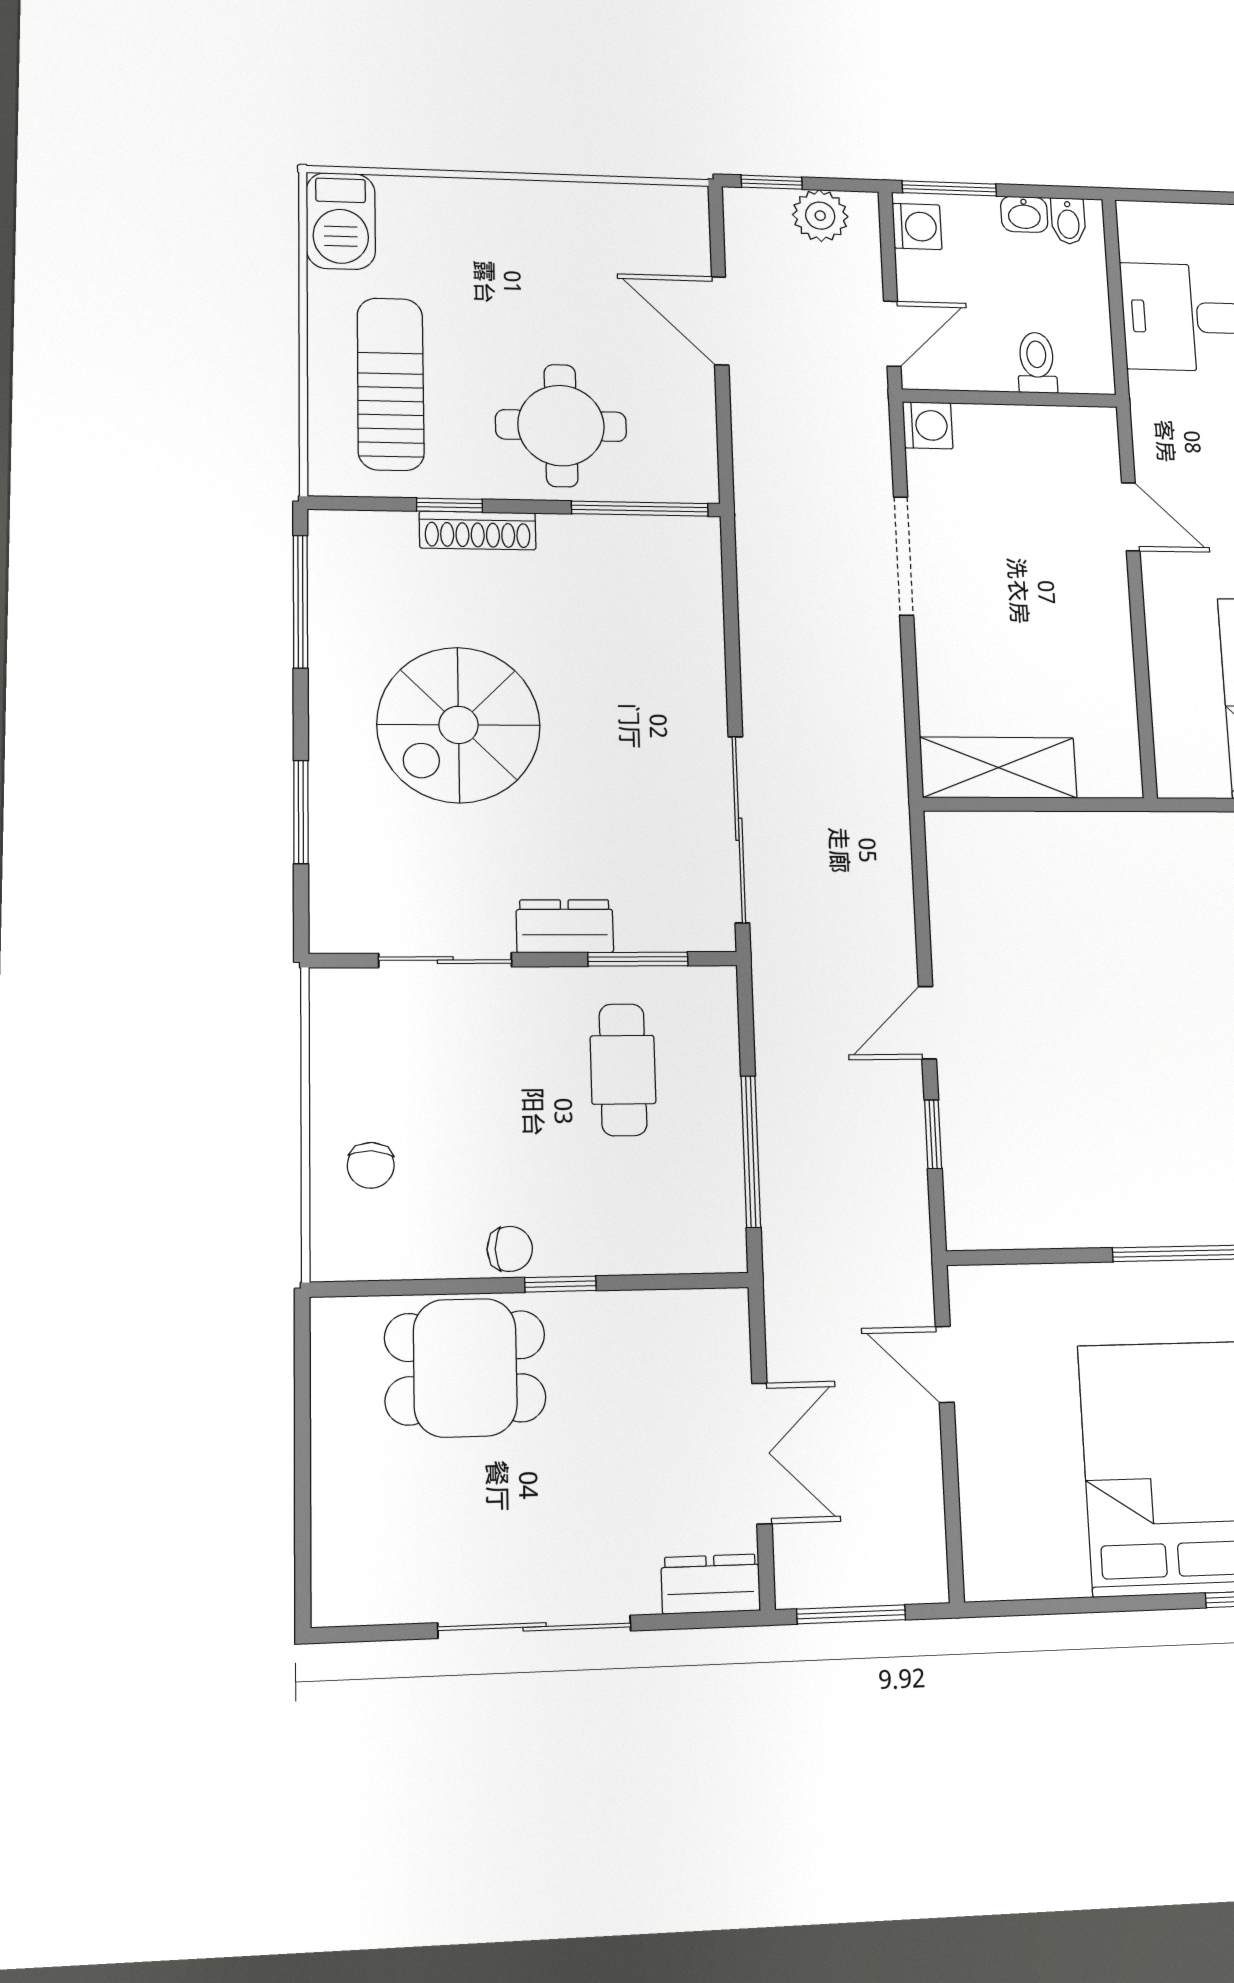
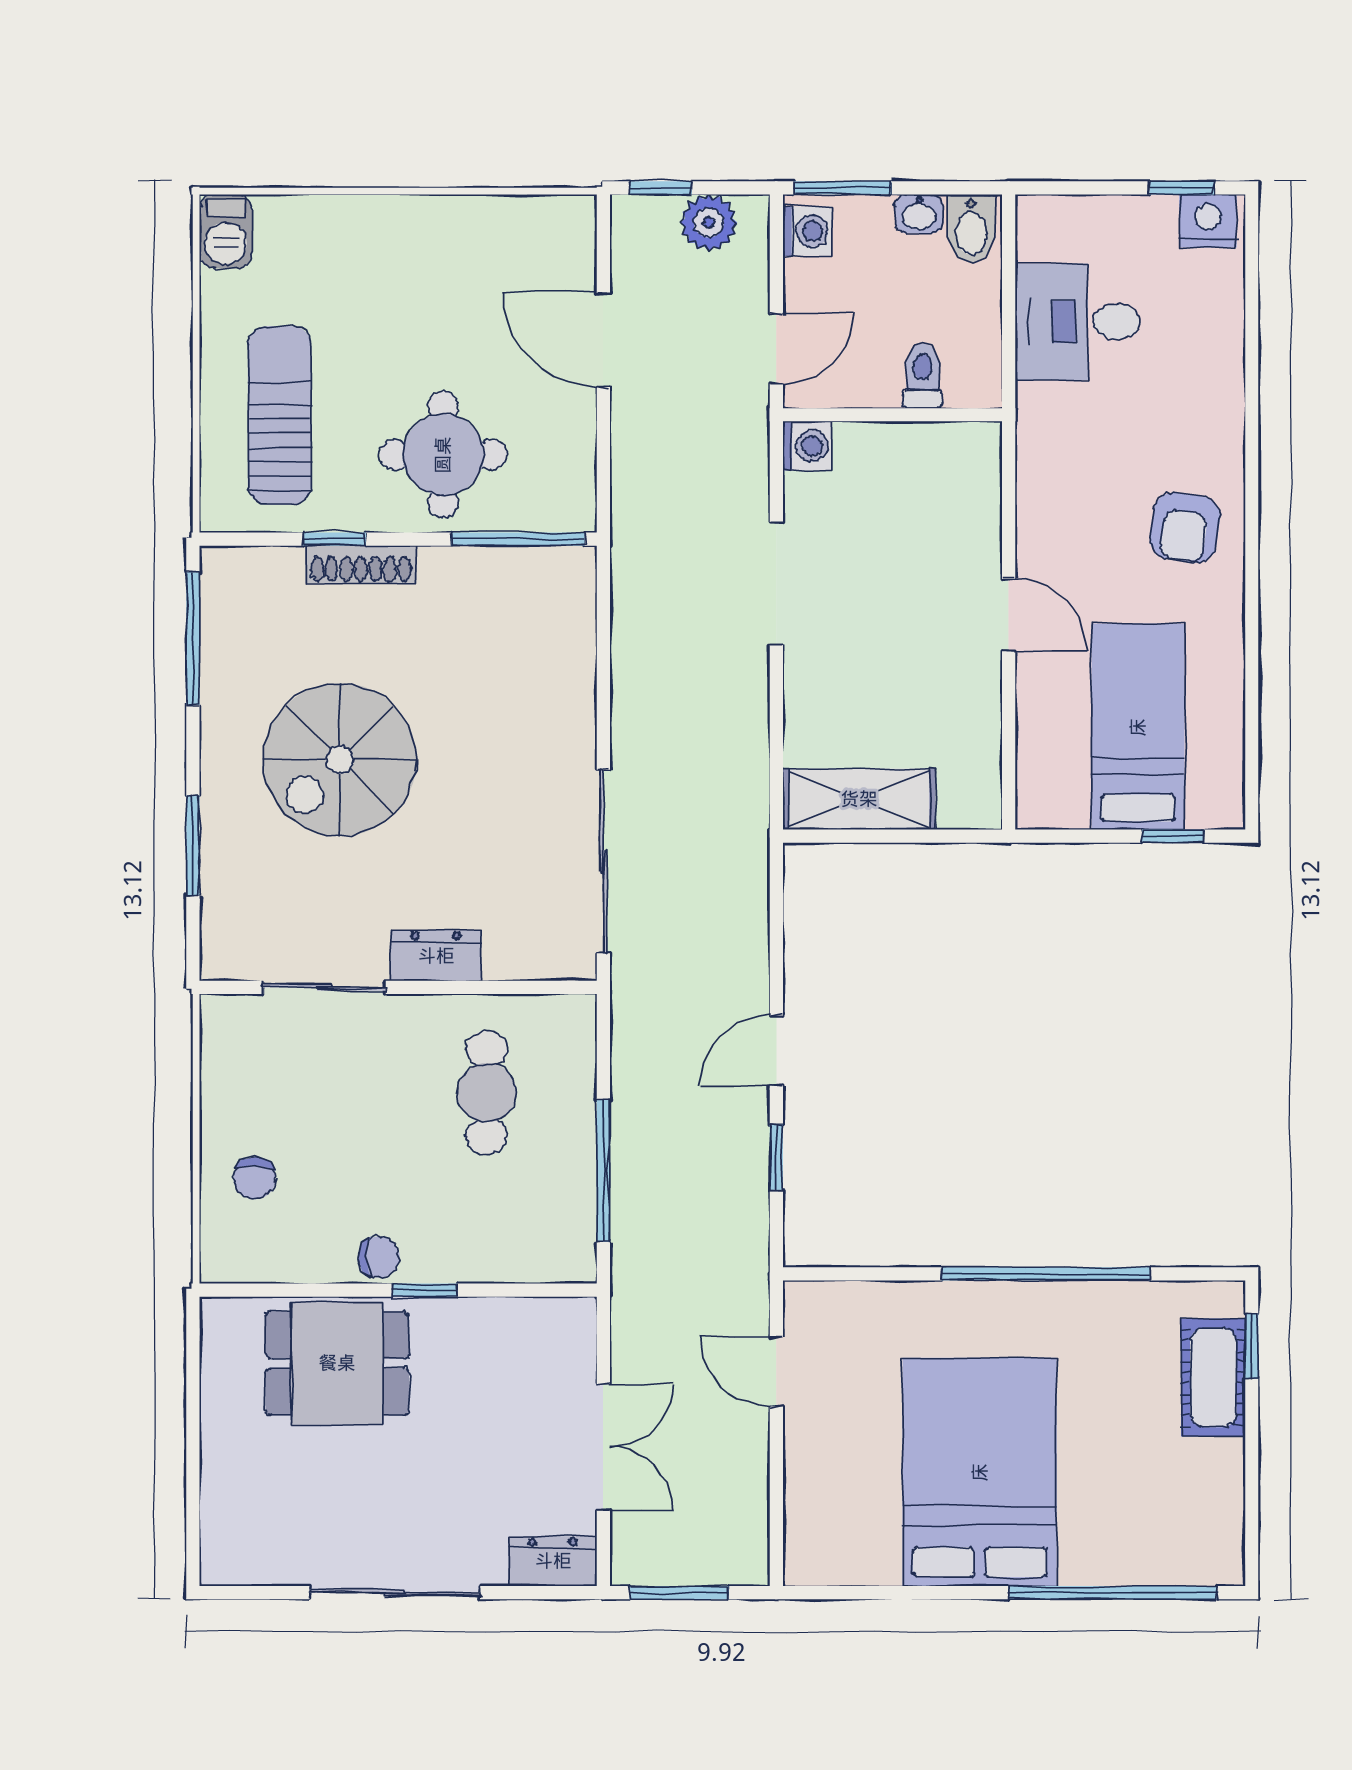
barbecue: (341, 221) -> (226, 231), width x0.73, depth x0.79
bidet: (1068, 221) -> (971, 229), width x1.38, depth x1.36
door: (1131, 517) -> (1009, 615), moved
window: (638, 959) -> (504, 987), removed

